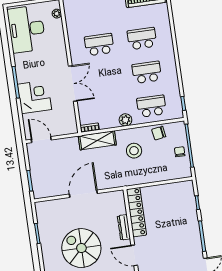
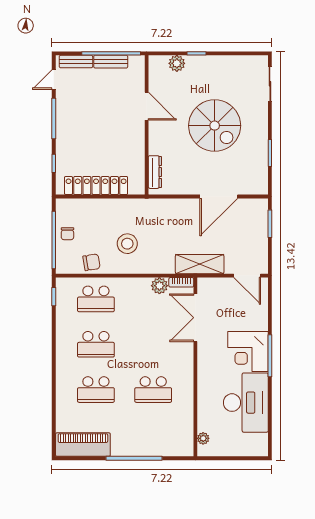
desk: (27, 29) -> (246, 403), moved
double door: (73, 84) -> (195, 318), moved
corner desk: (34, 97) -> (248, 352), moved
plant: (125, 120) -> (159, 286), moved
shelving: (97, 140) -> (200, 264), moved
door: (83, 194) -> (219, 196), moved
locker: (136, 212) -> (96, 186), moved, turned 90
dresser: (124, 227) -> (155, 172), moved

